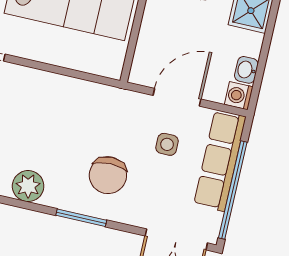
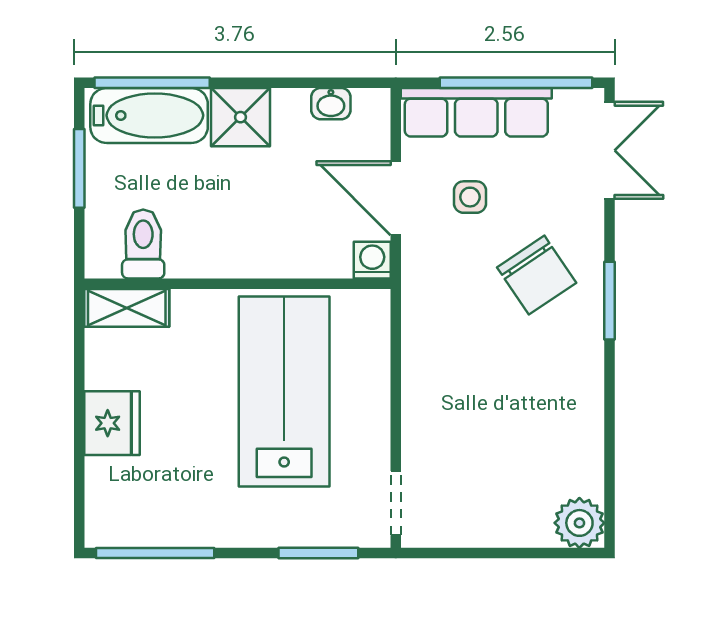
washing machine: (239, 96) -> (372, 260), moved, turned 180
chair: (108, 175) -> (537, 275), turned 56
plant: (28, 186) -> (580, 391), removed

